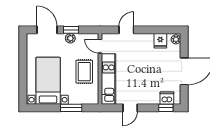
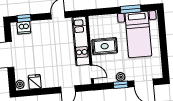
rug: (84, 72) -> (105, 46), turned 90
window: (71, 108) -> (131, 9), moved

